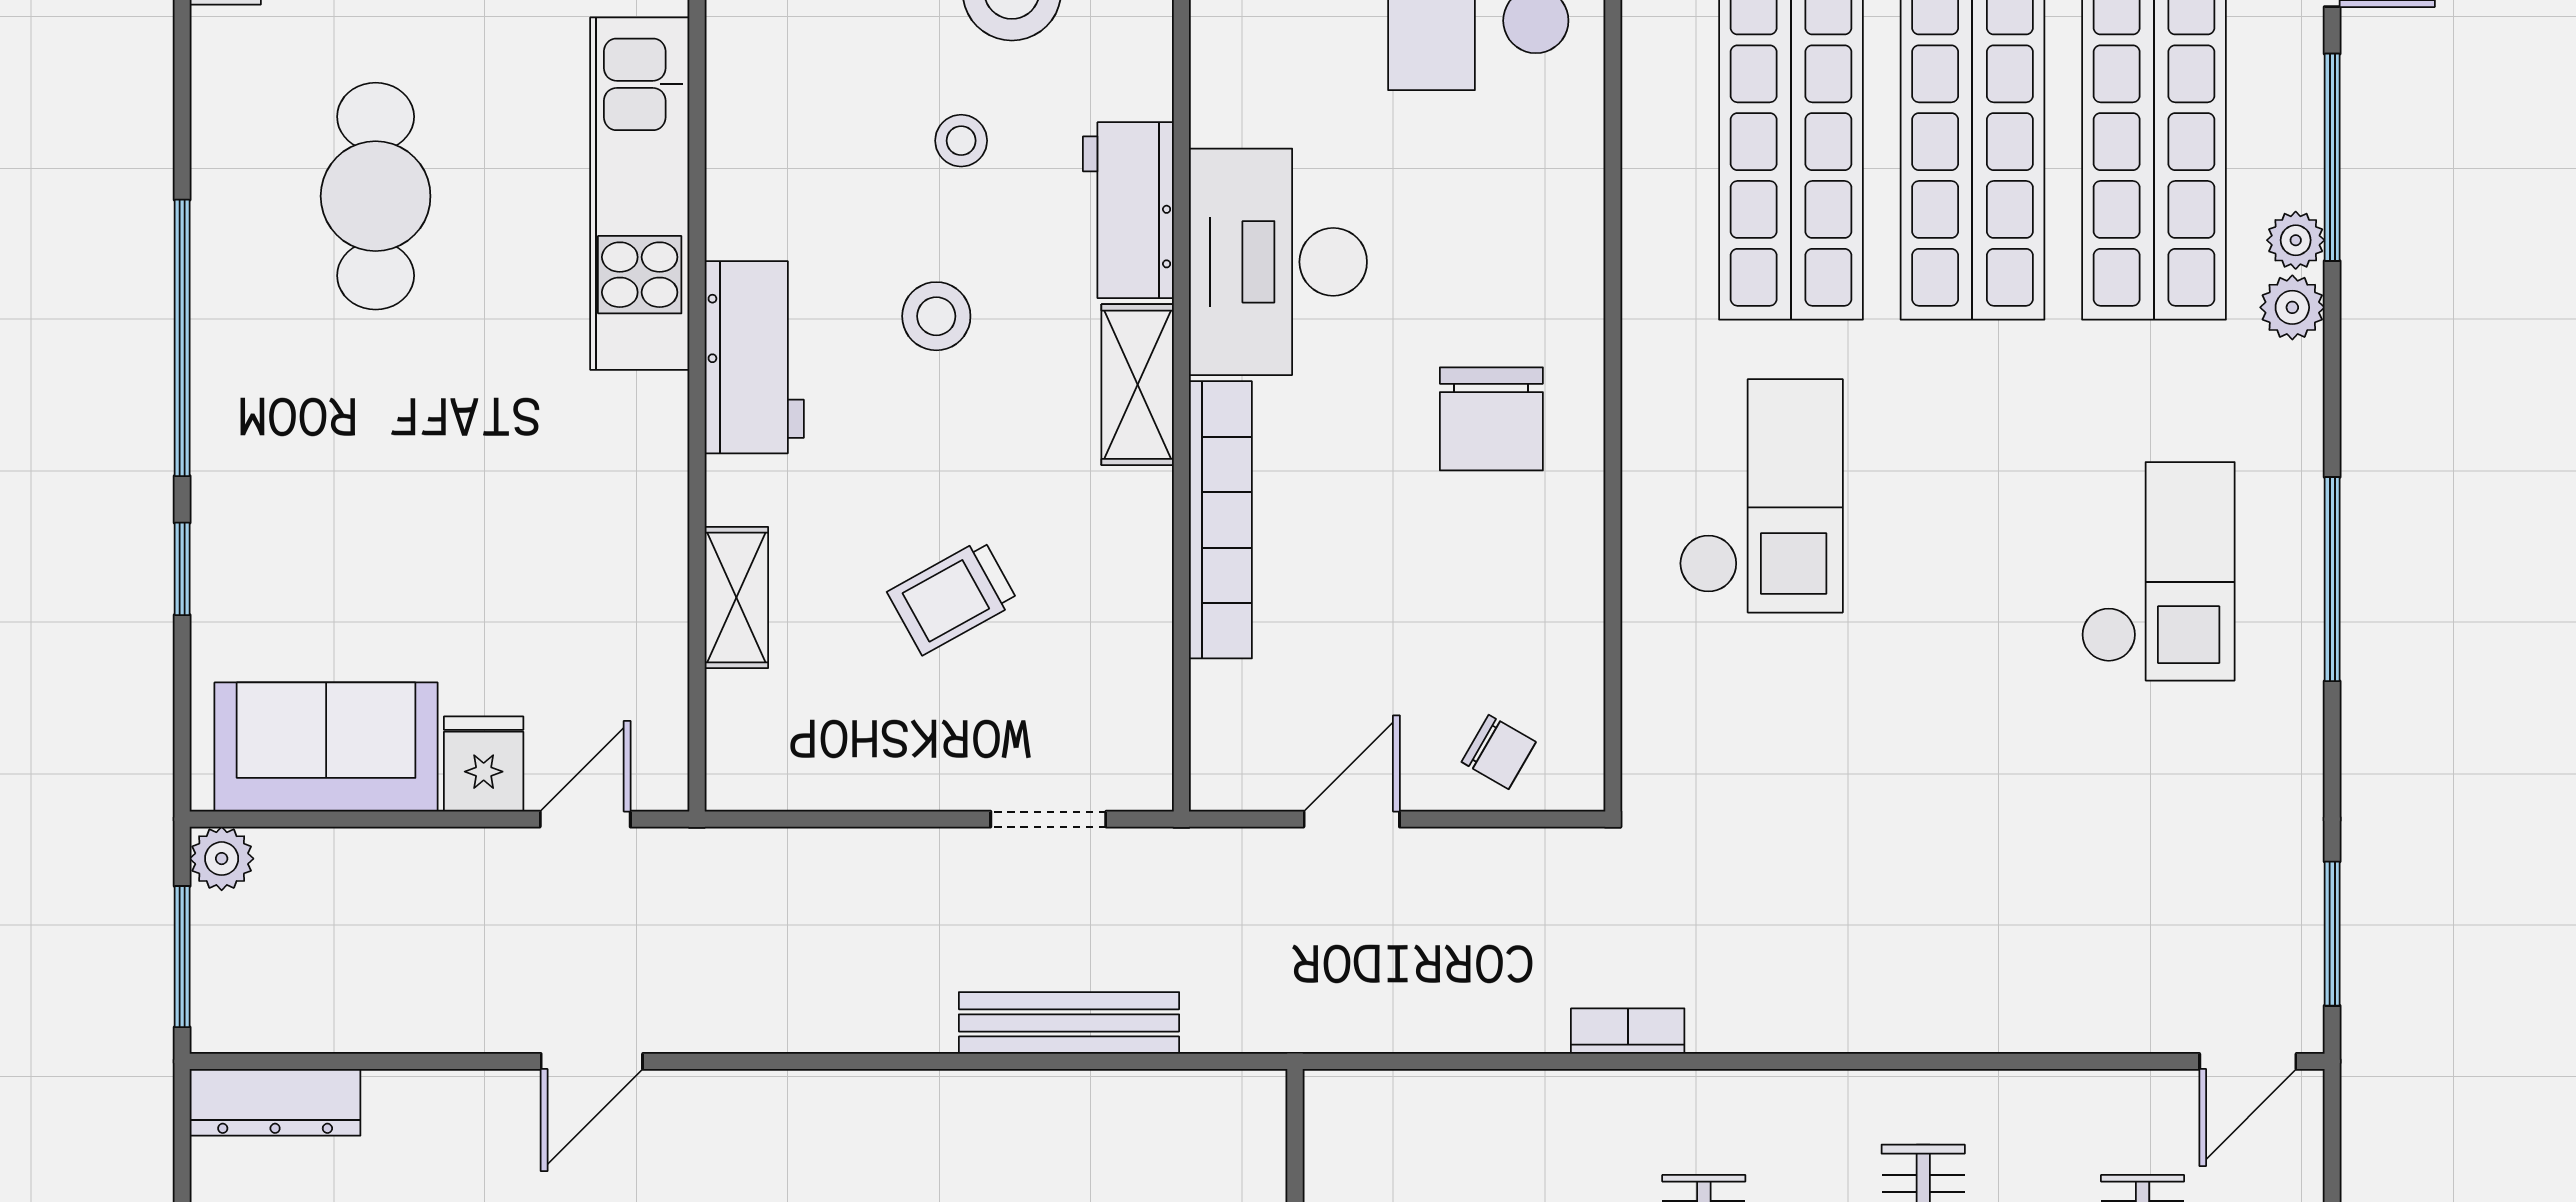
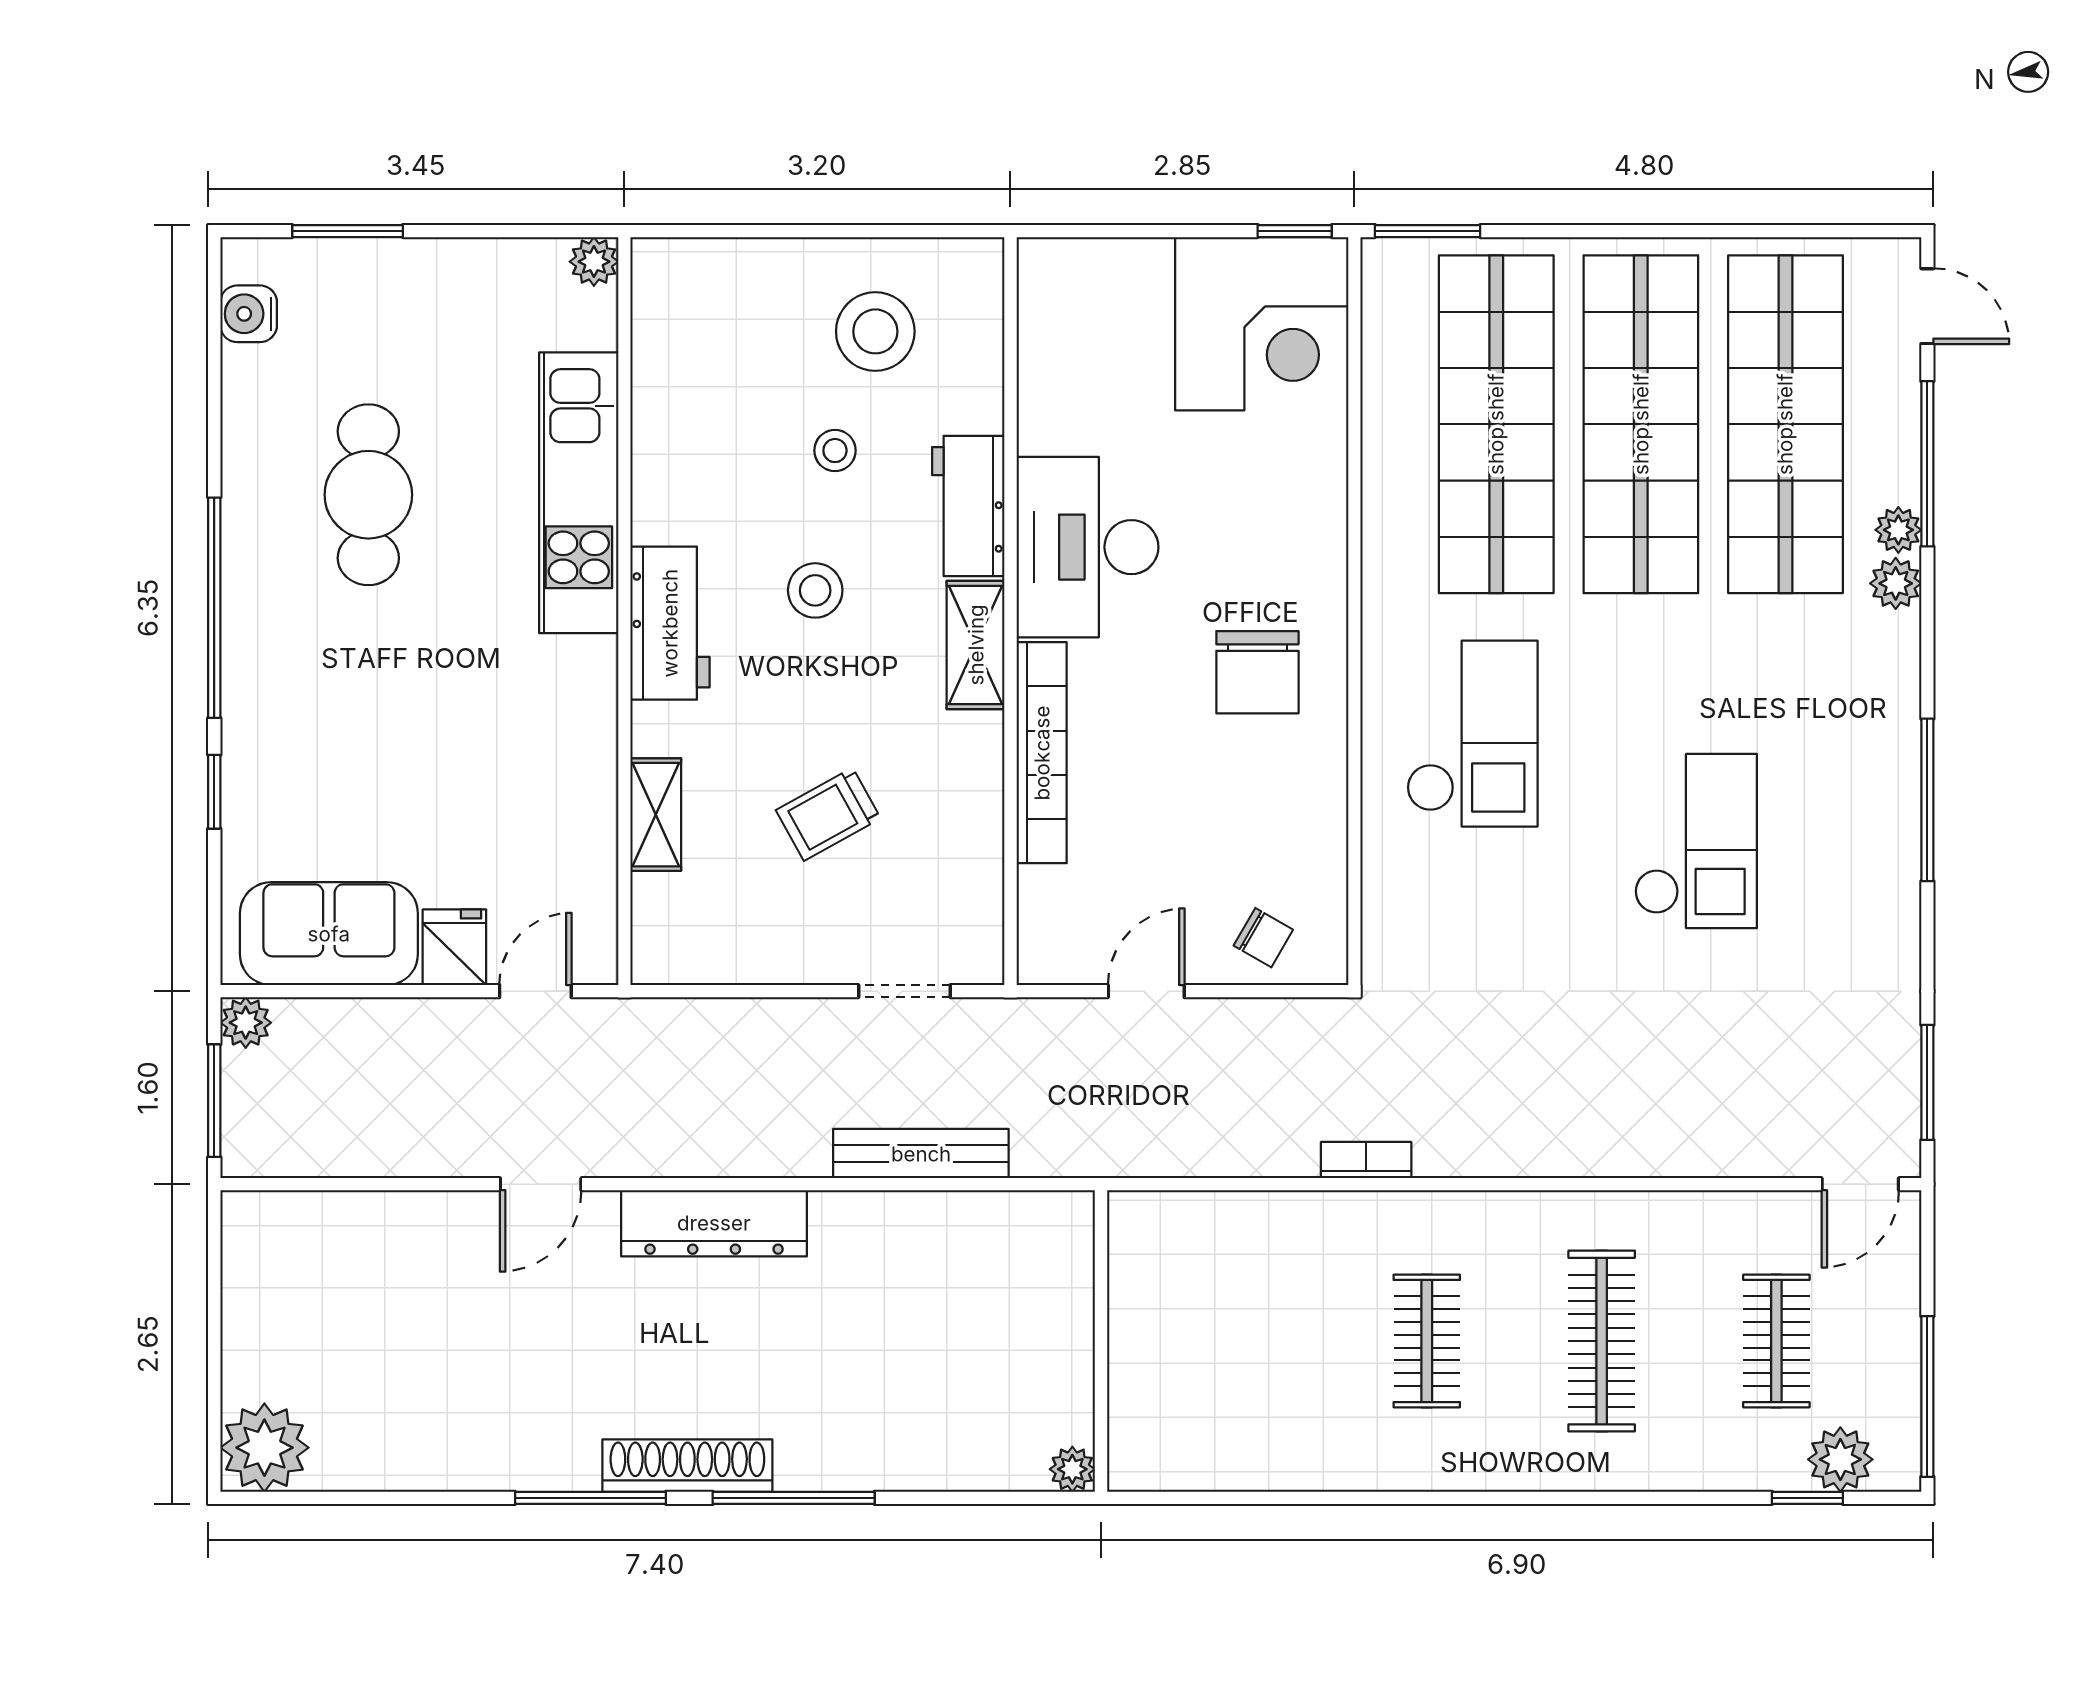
checkout: (2158, 571) -> (1696, 841), moved
dresser: (275, 1102) -> (714, 1223), moved, width x1.37, depth x1.24

